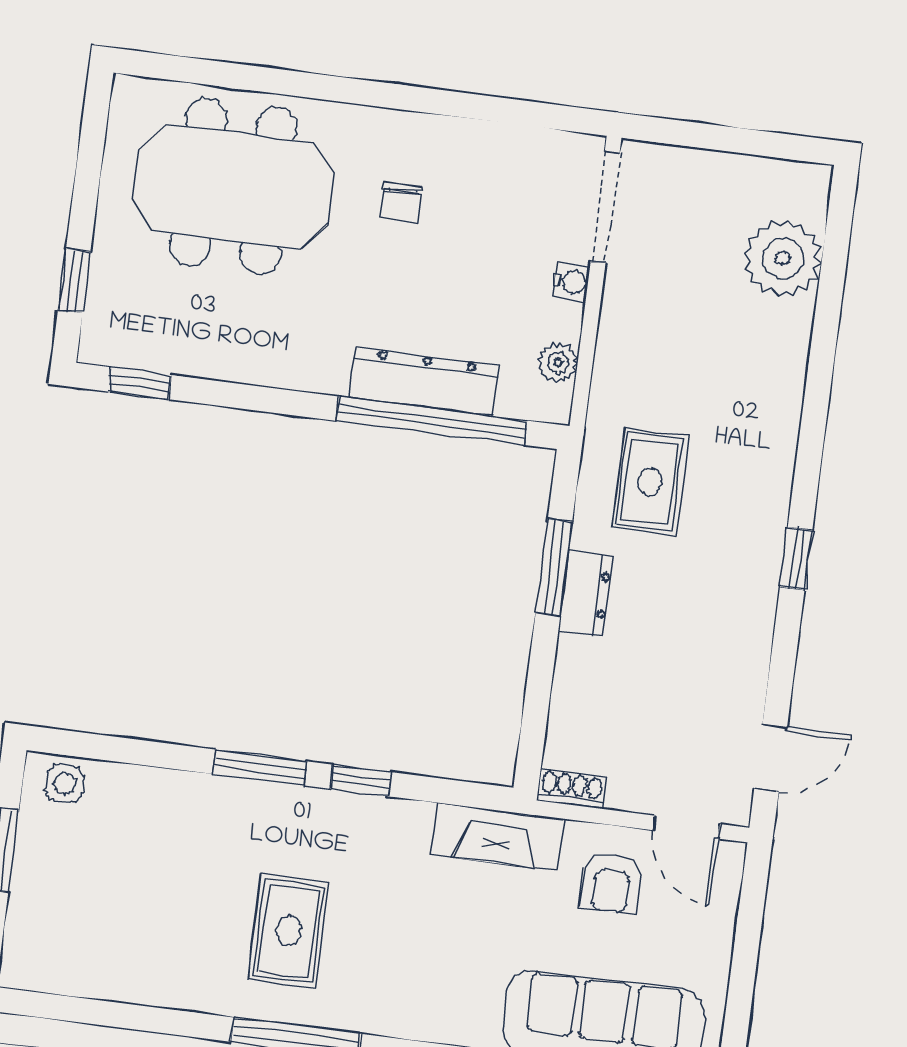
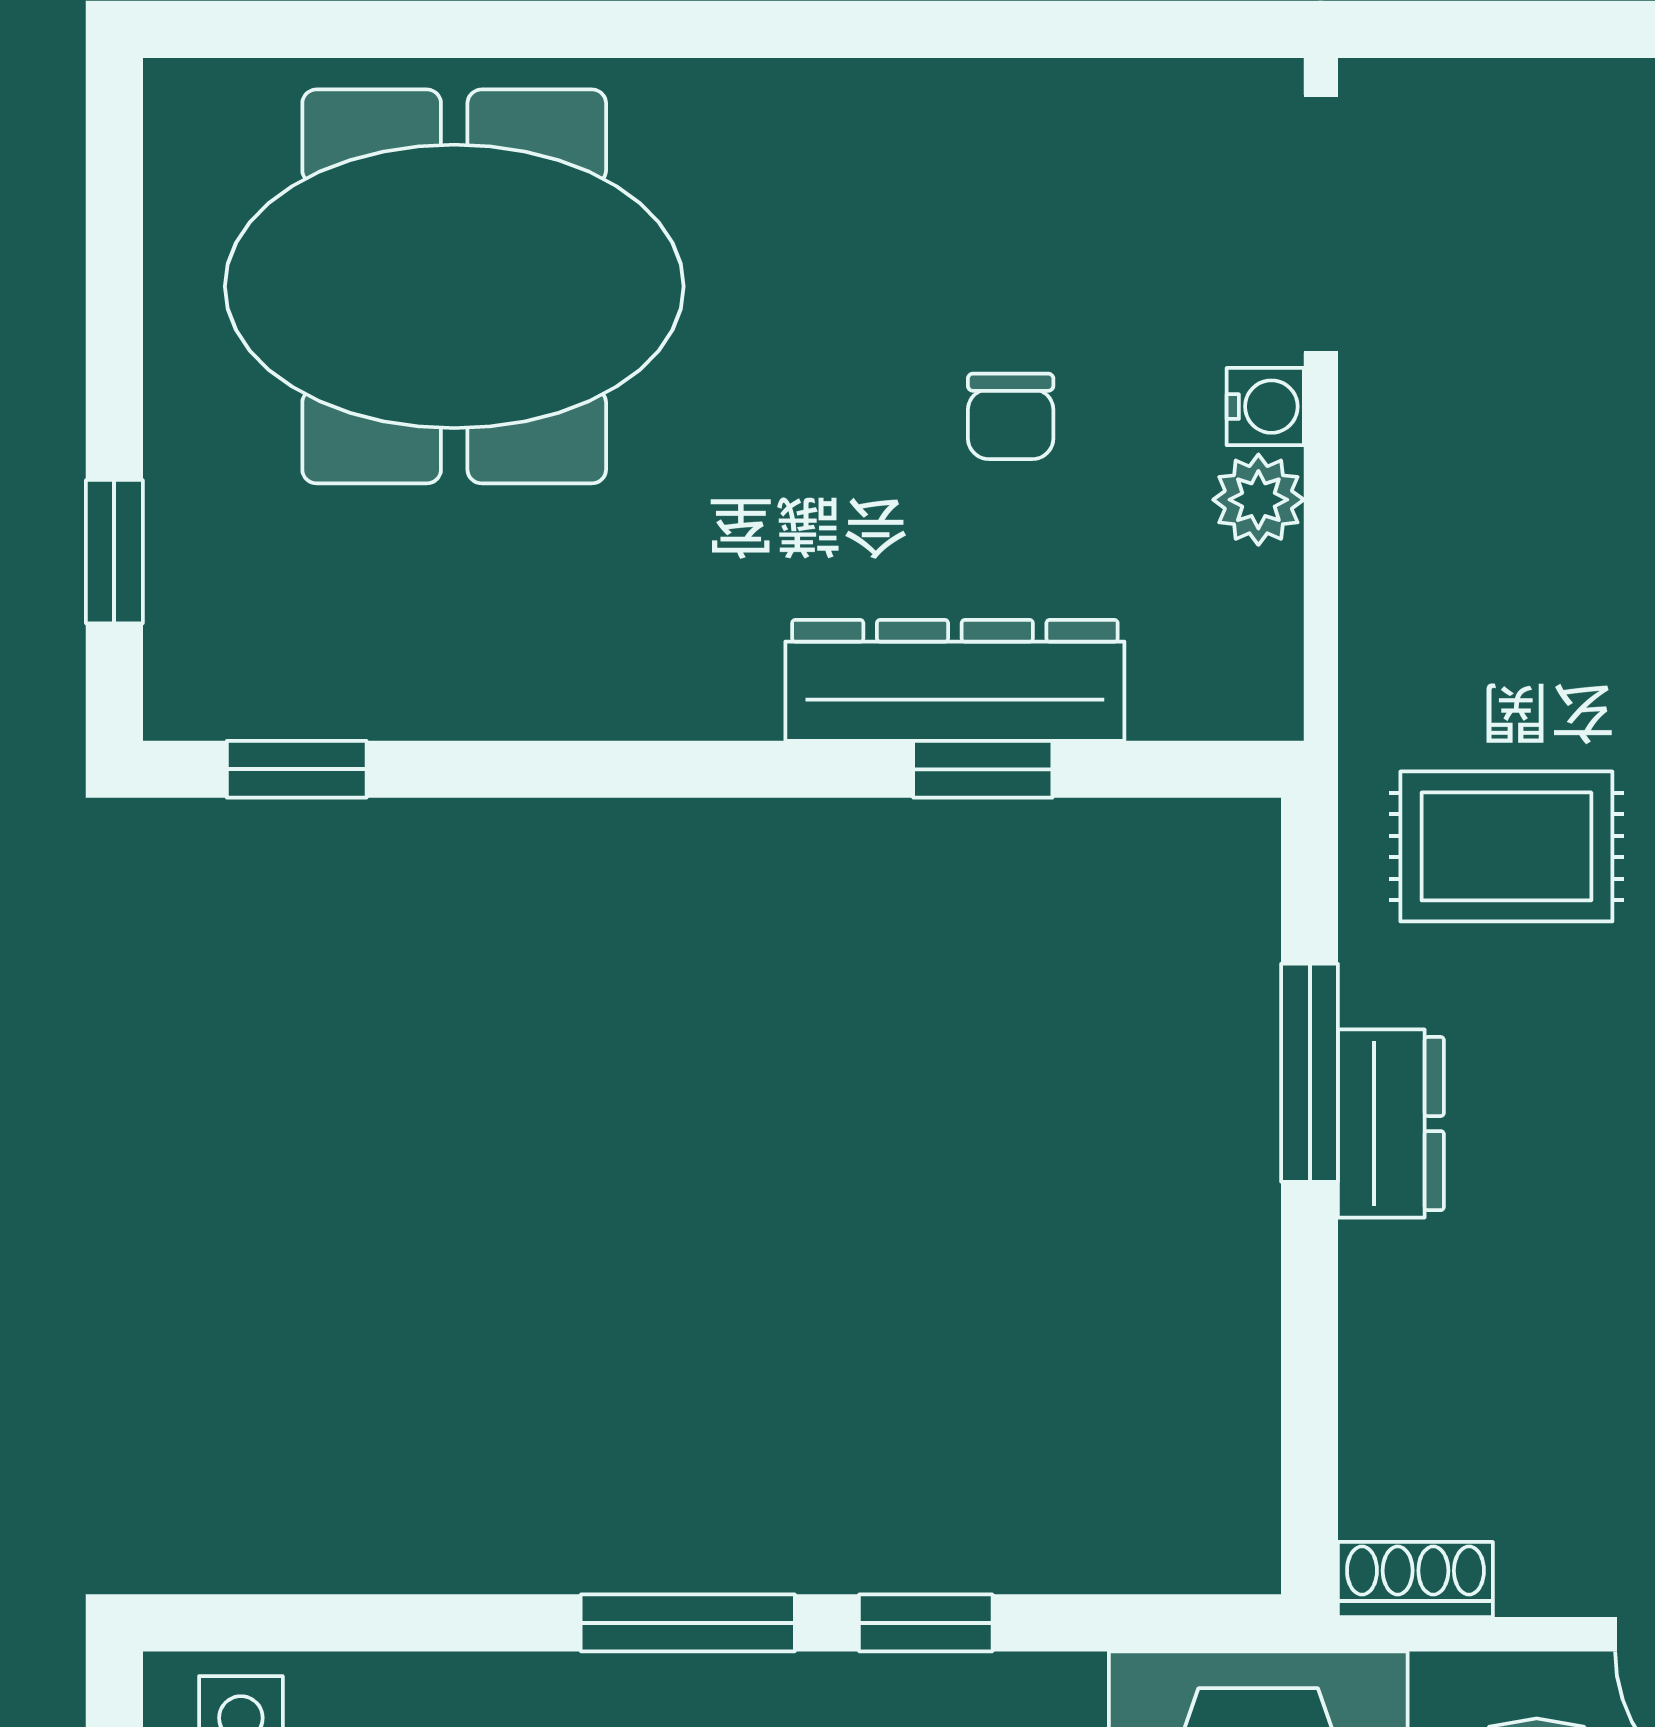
chair: (401, 202) -> (1011, 416), moved
plant: (558, 363) -> (1258, 500), moved
window: (432, 421) -> (983, 769), width x0.32
rug: (650, 482) -> (1506, 846), turned 90

